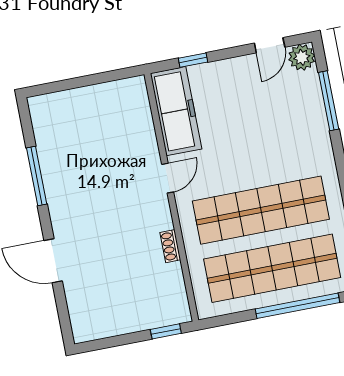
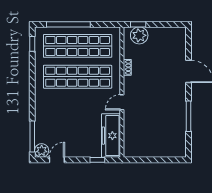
window: (329, 101) -> (32, 136), moved
plant: (160, 311) -> (139, 35), added

